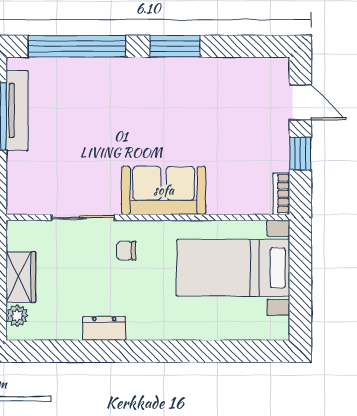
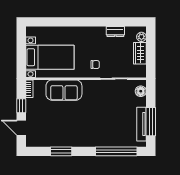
window: (175, 46) -> (61, 151), moved
floor lamp: (19, 188) -> (141, 91), added
sofa: (164, 190) -> (64, 90), moved
dresser: (104, 328) -> (115, 32), moved

